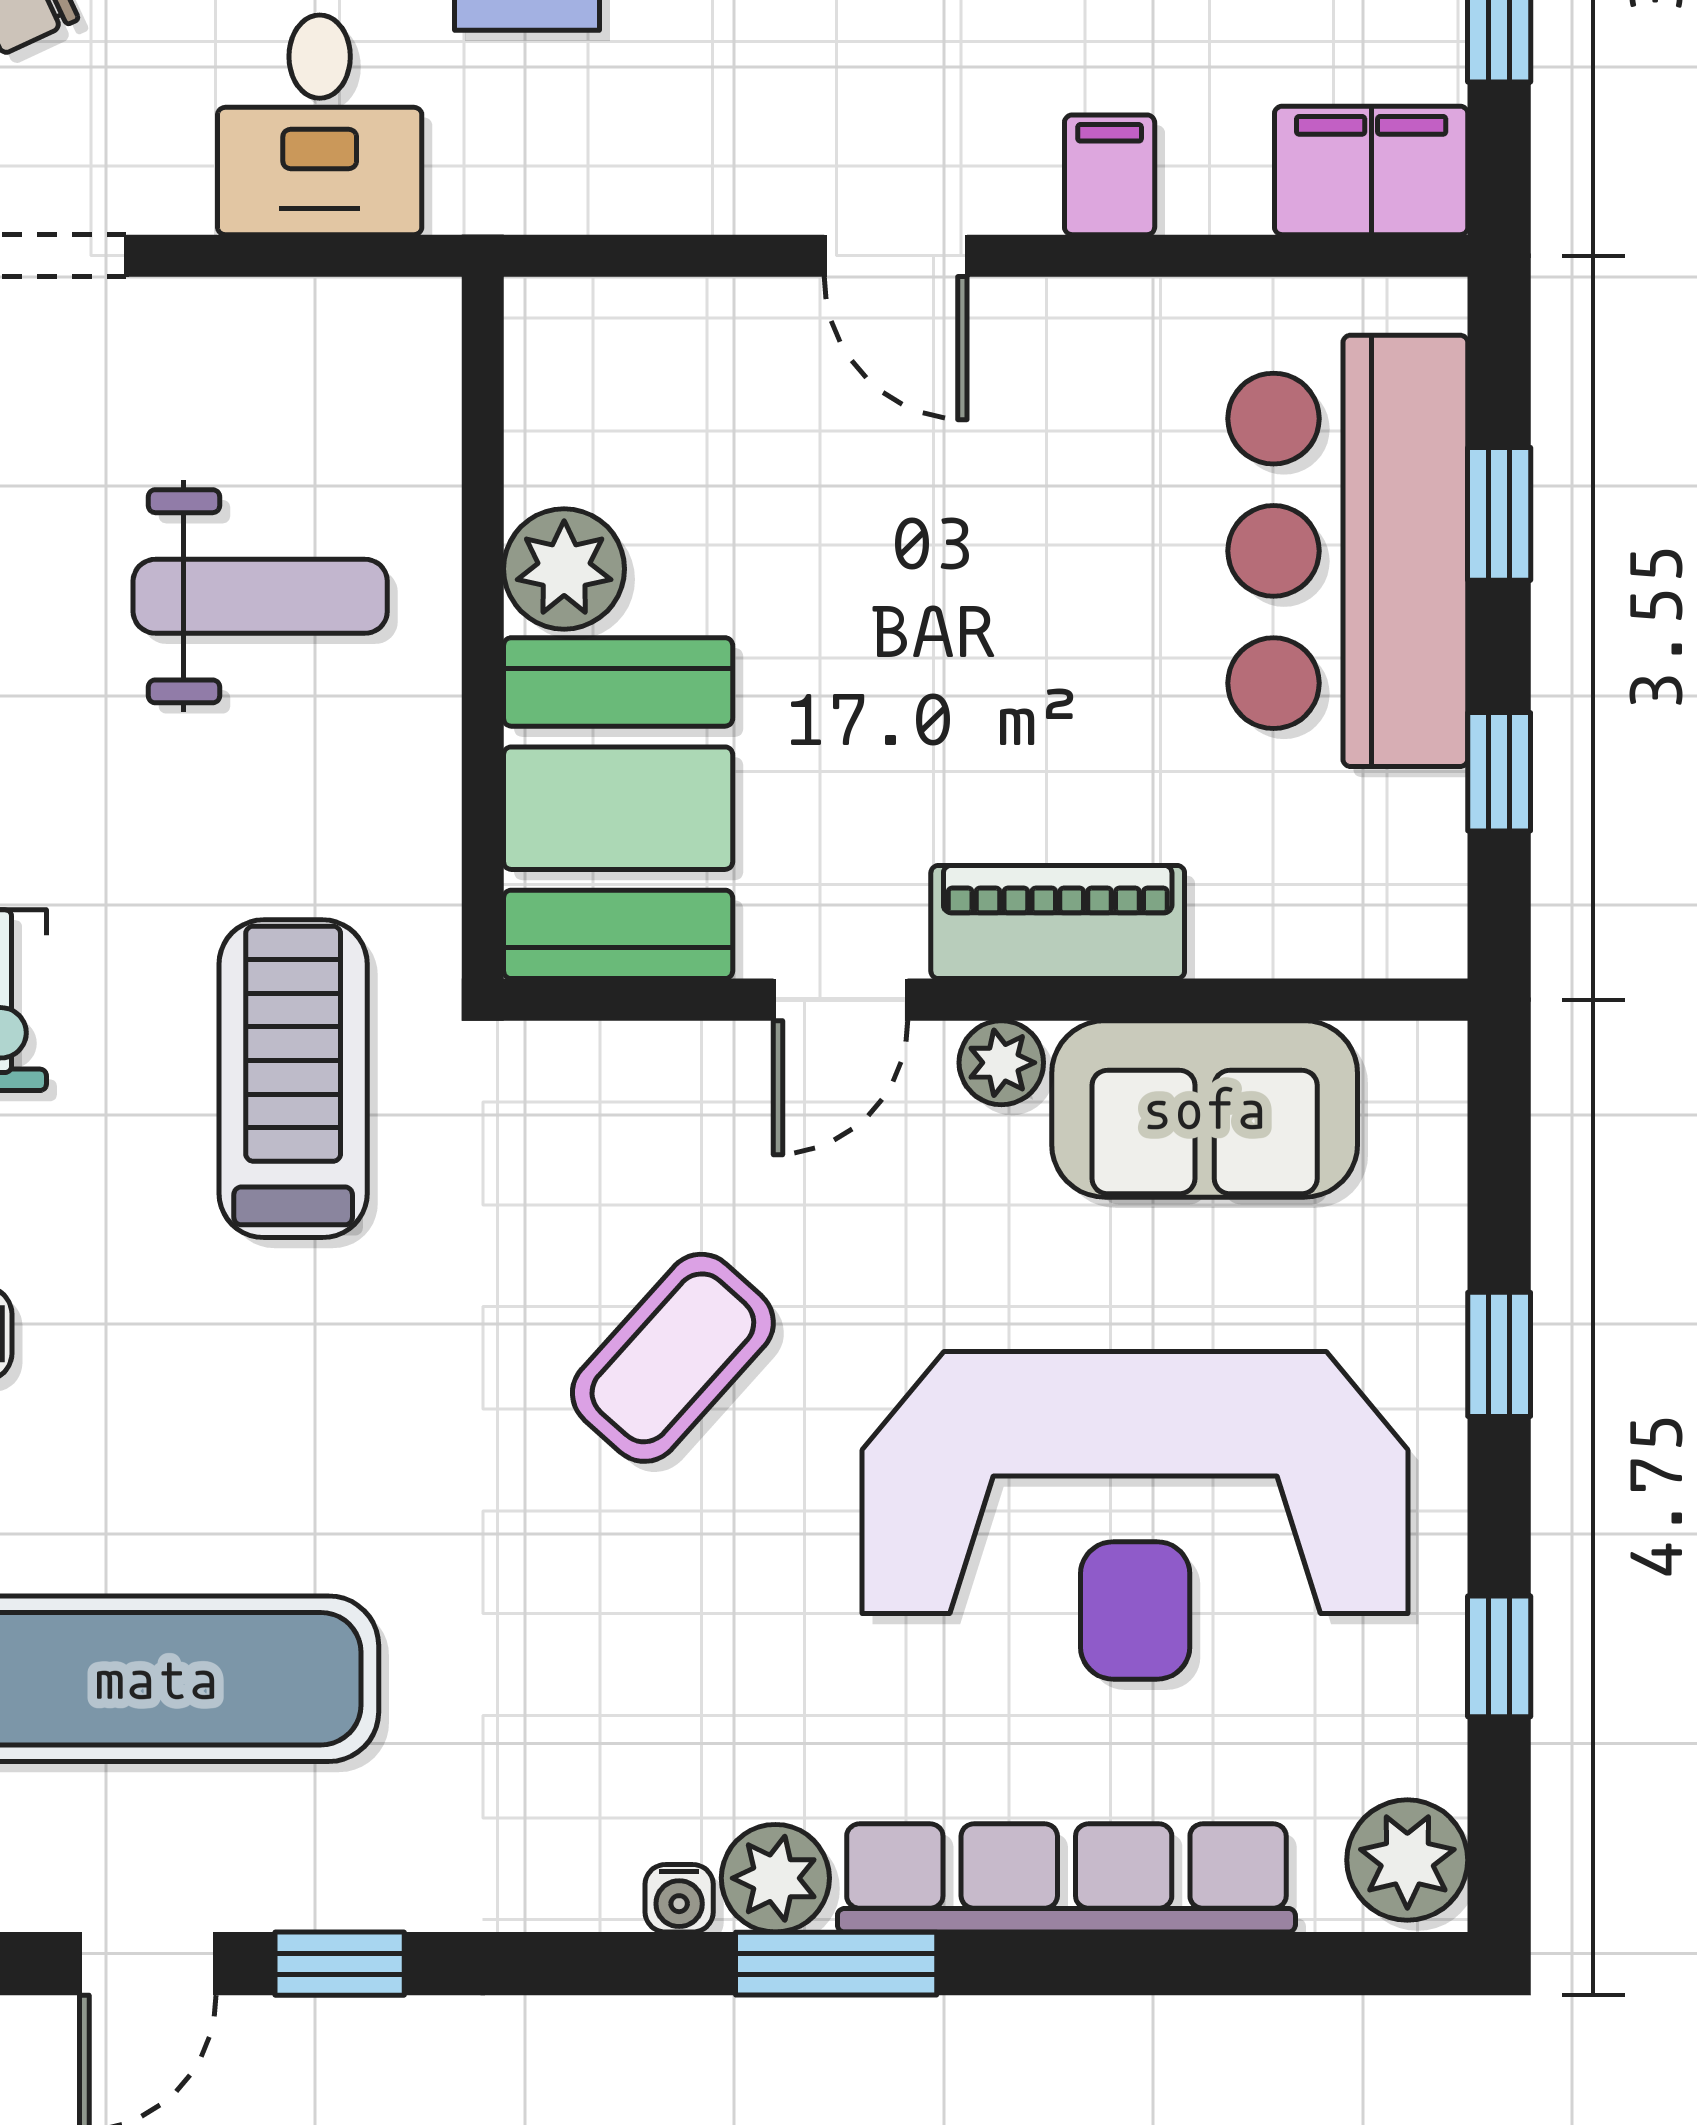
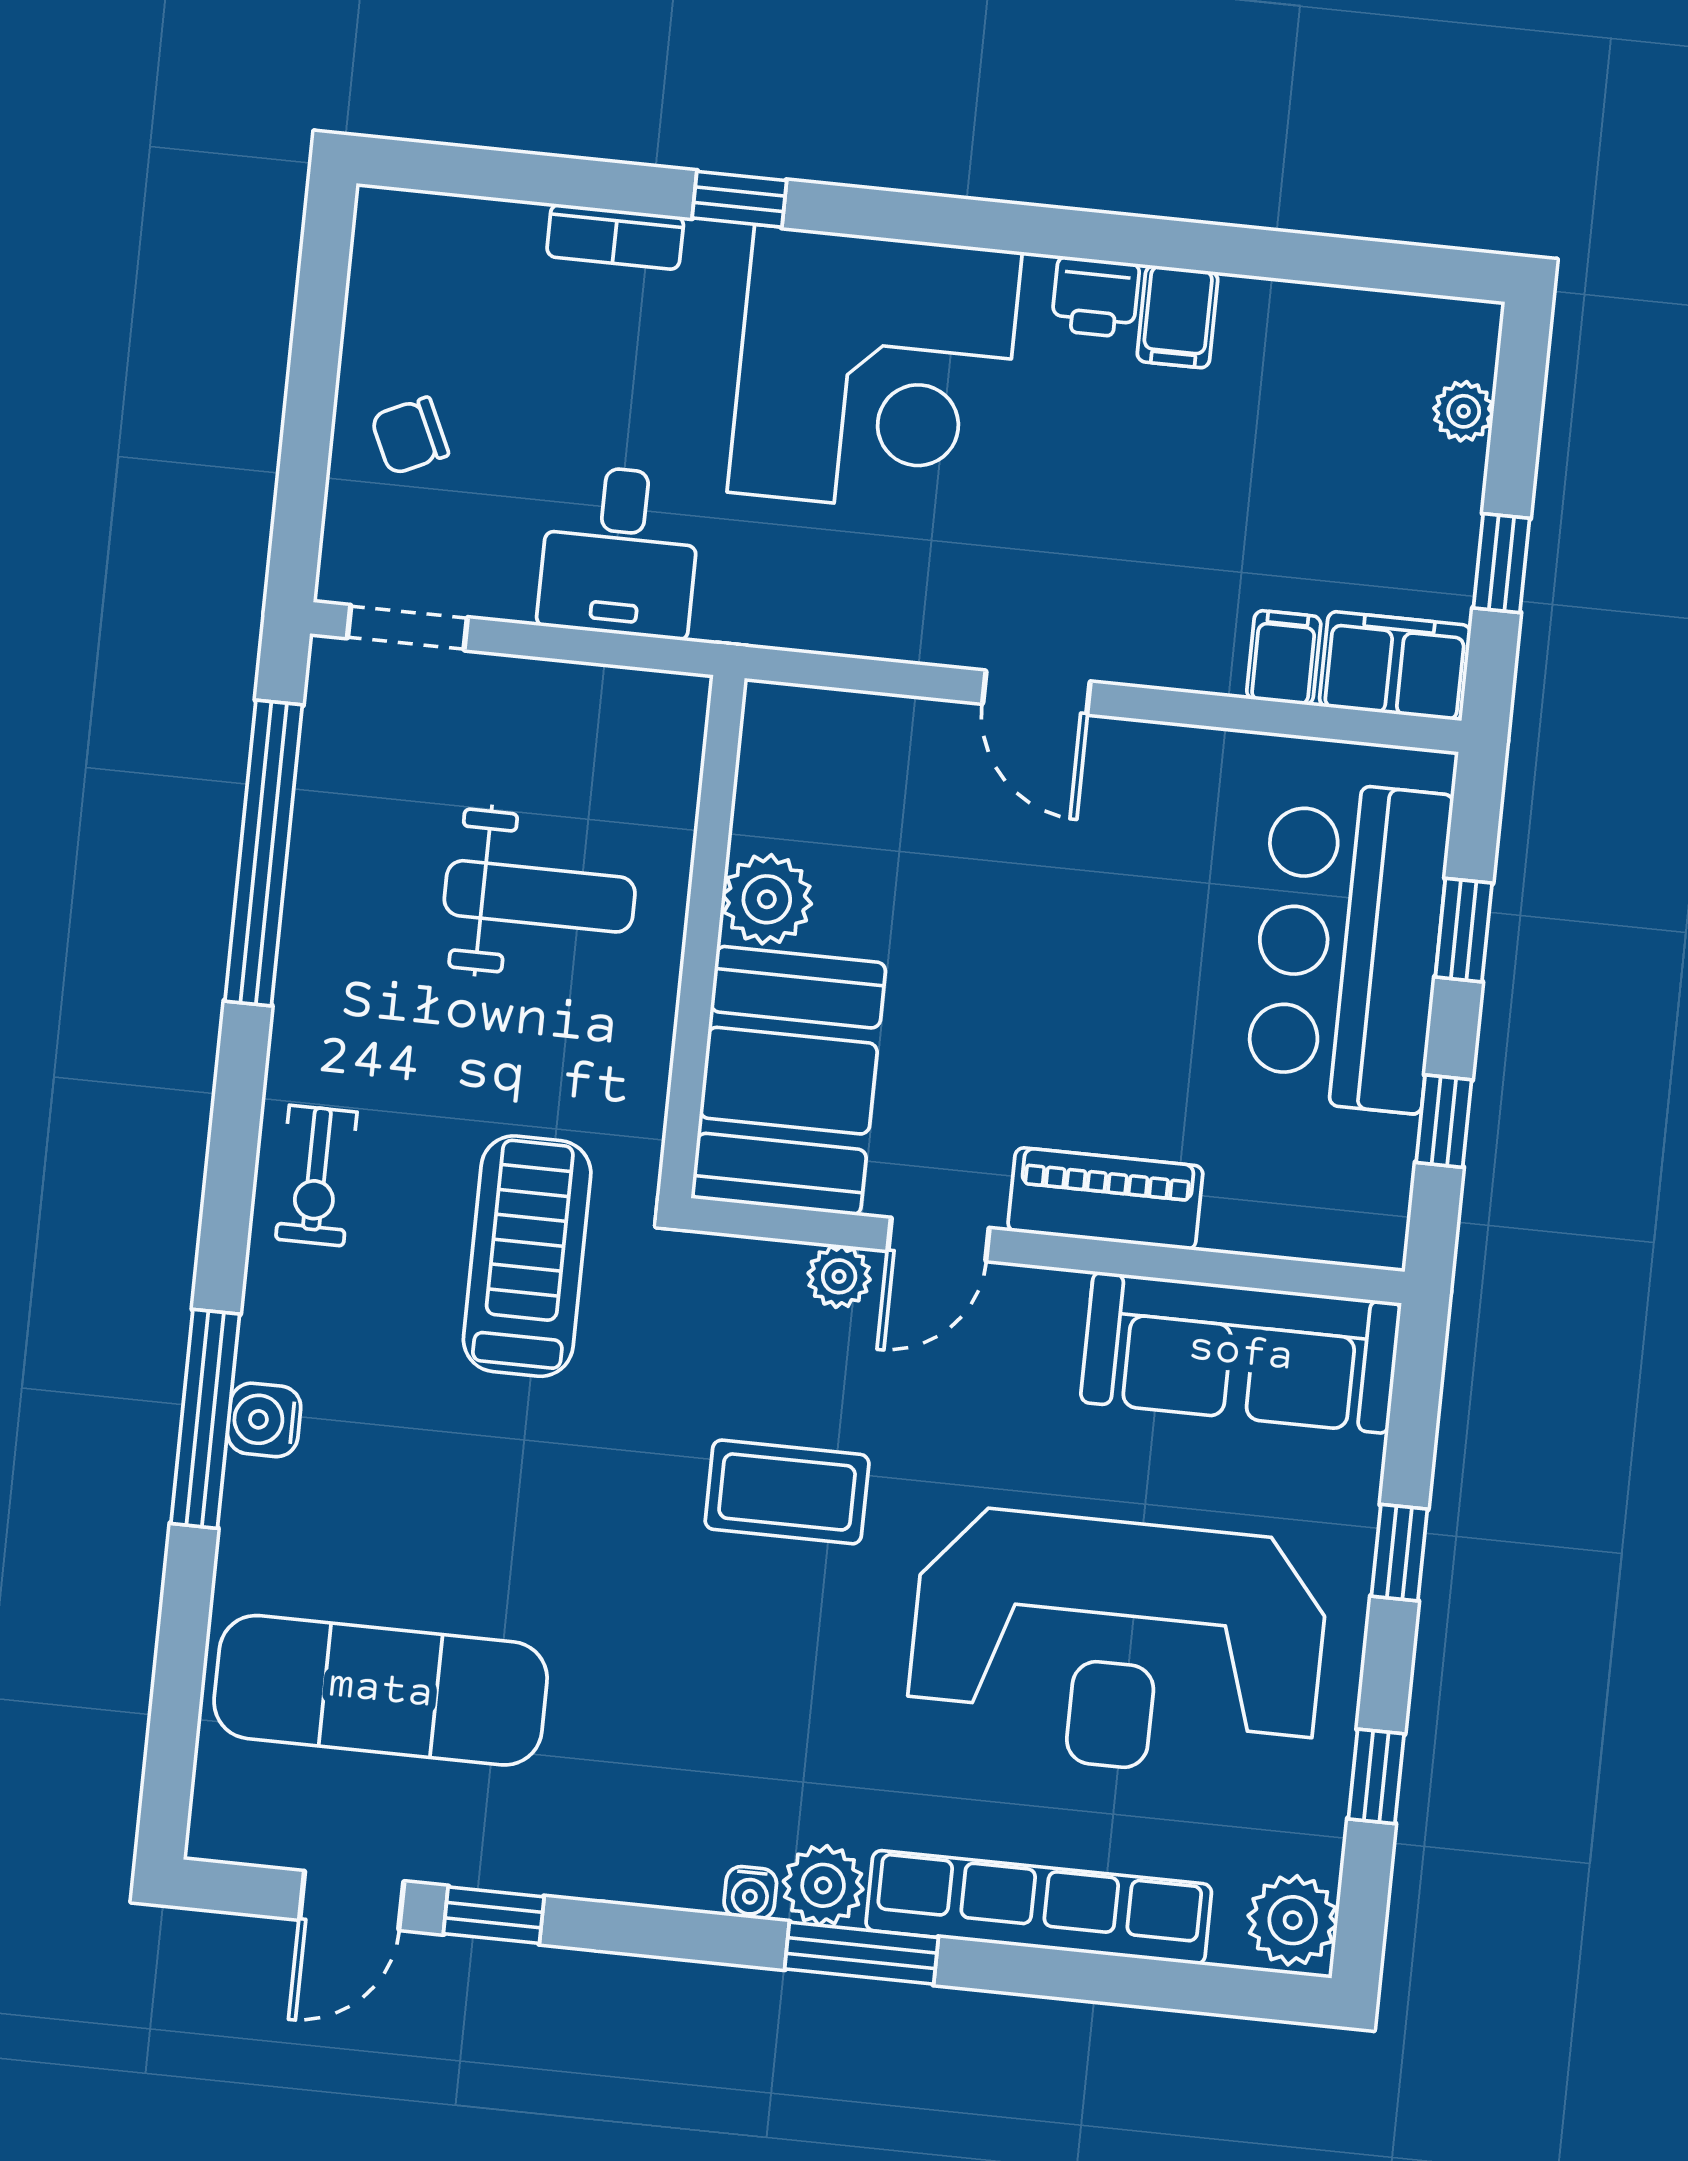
filing cabinet: (1110, 175) -> (1284, 658), moved
plant: (1001, 1063) -> (839, 1276), moved
sofa: (1205, 1109) -> (1241, 1353), width x1.36
coffee table: (673, 1358) -> (787, 1492), turned 48

